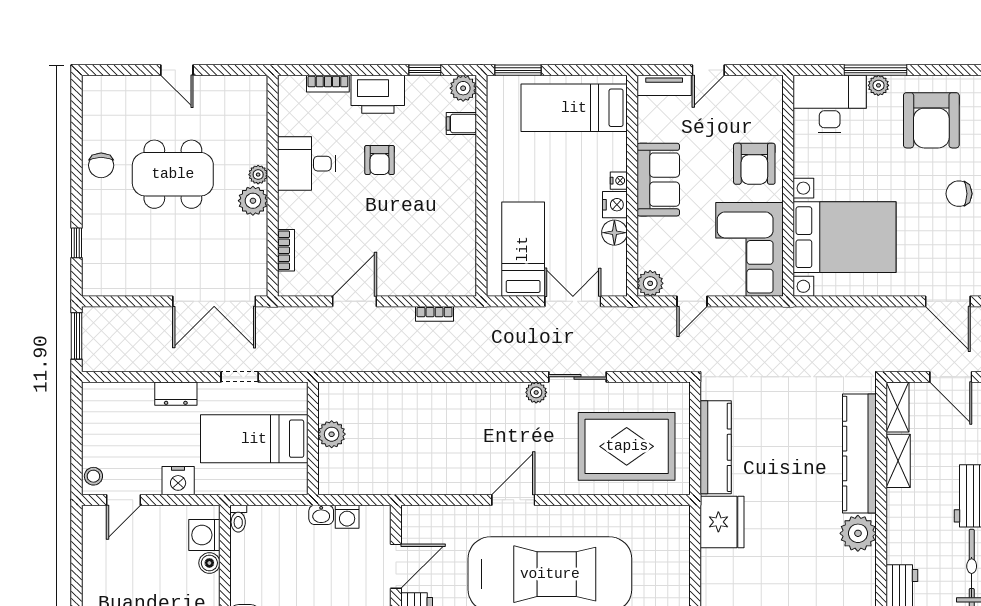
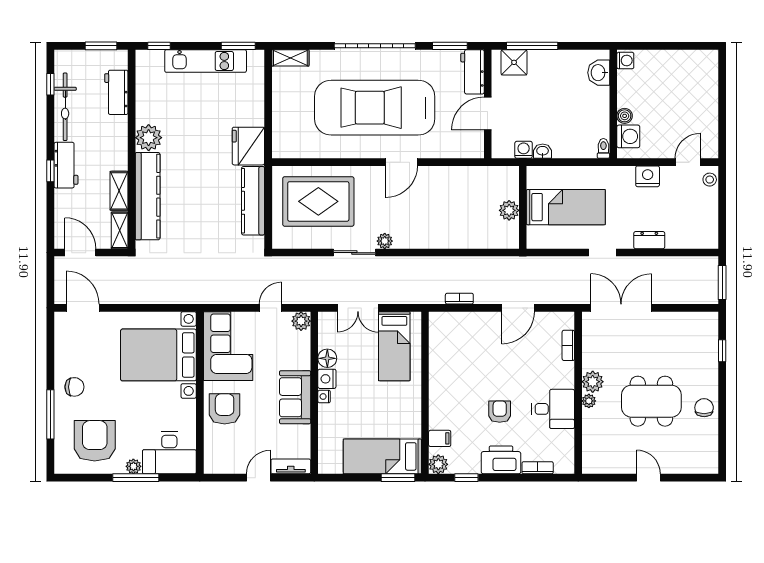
bed: (574, 108) -> (382, 456), moved, turned 180
plant: (332, 434) -> (509, 210), moved
wall: (313, 438) -> (523, 207), moved
bed: (254, 439) -> (566, 207), moved

